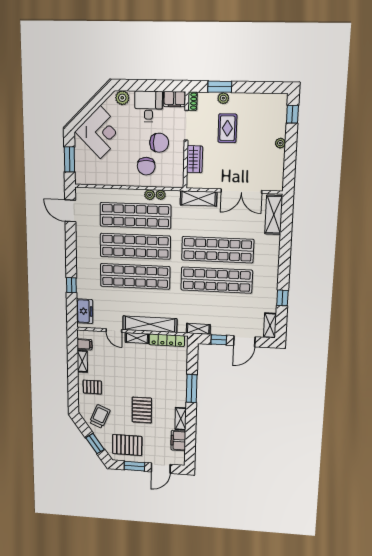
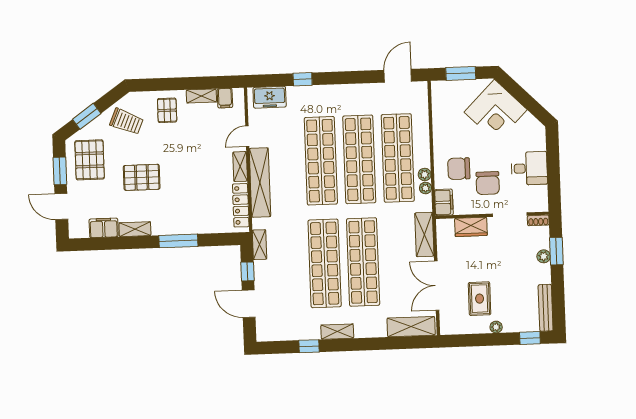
plant: (122, 98) -> (537, 136), removed
filing cabinet: (174, 99) -> (444, 202), moved, turned 180
bench: (267, 99) -> (546, 308), added
rug: (227, 128) -> (480, 299), moved, turned 90
shelving: (270, 325) -> (337, 332), moved

